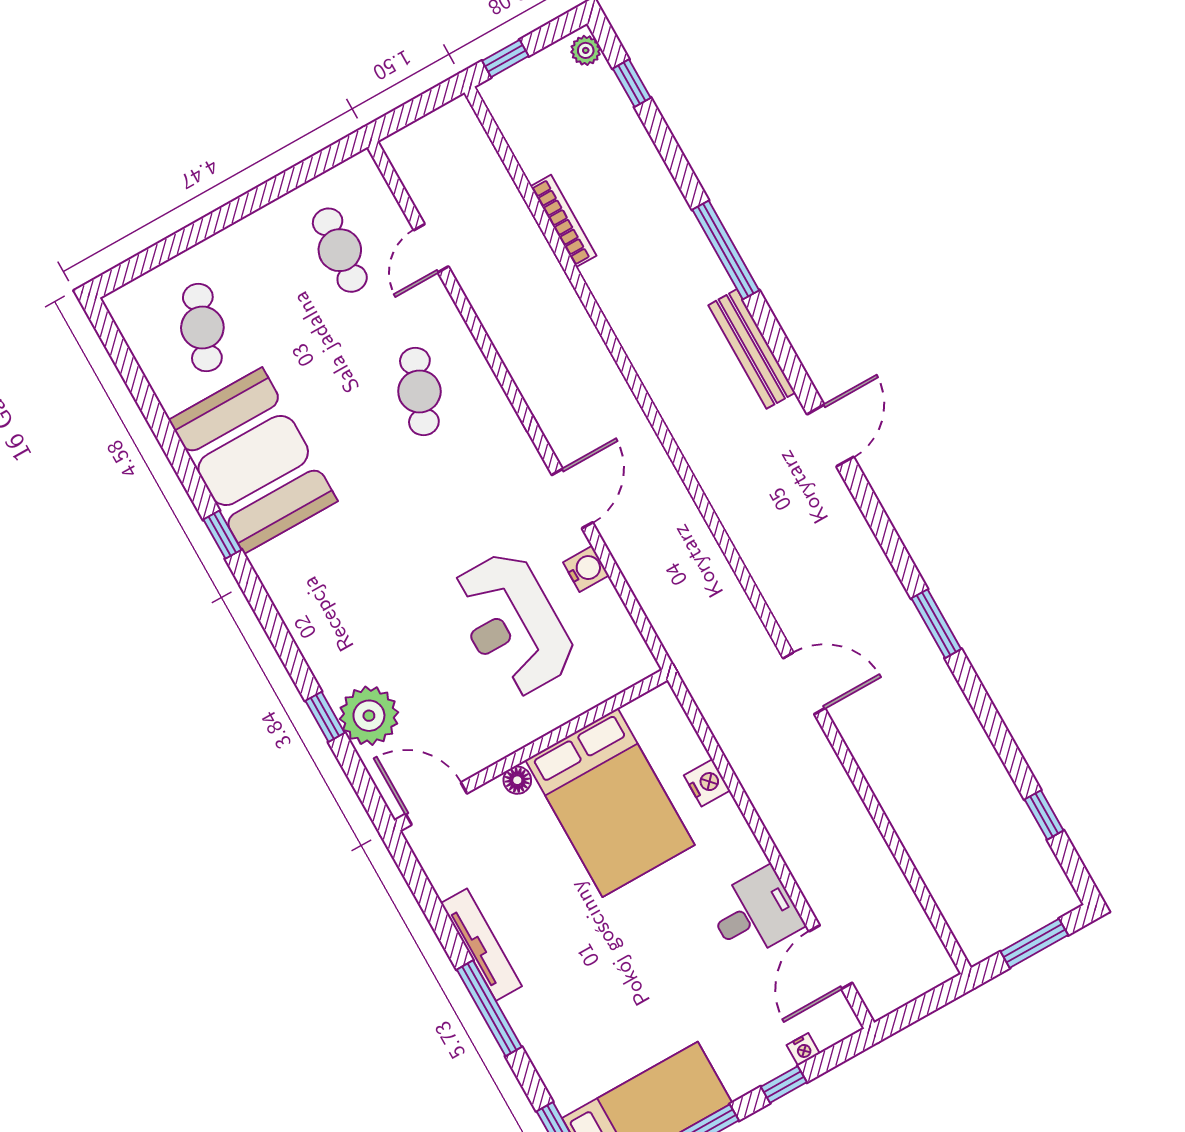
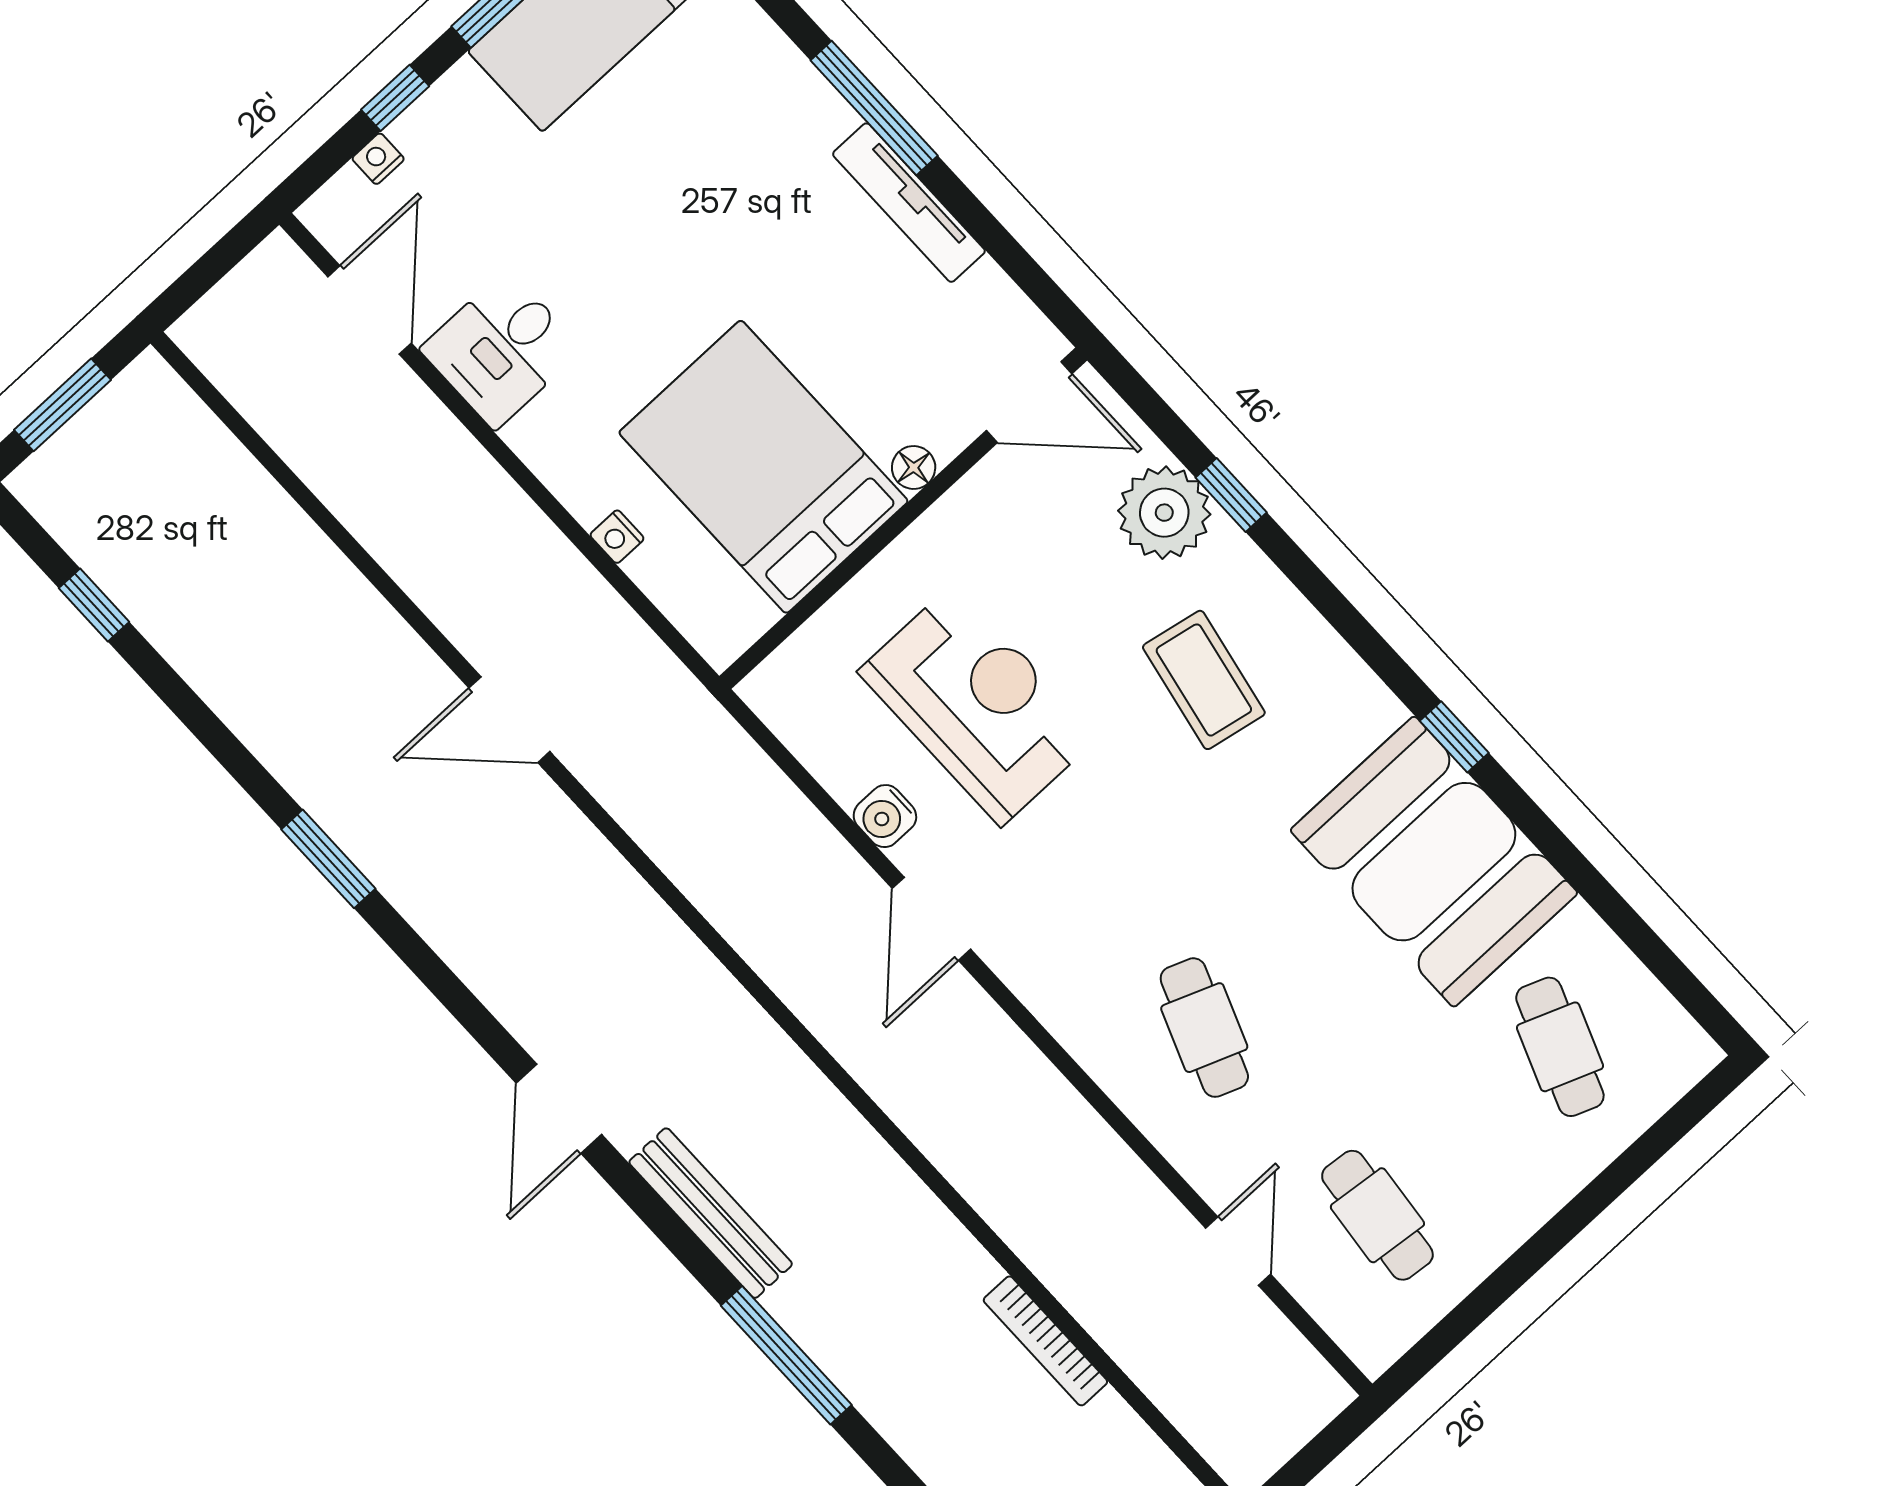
coffee table: (369, 606) -> (1204, 680), added
nightstand: (707, 783) -> (617, 537), width x0.72, depth x0.74

